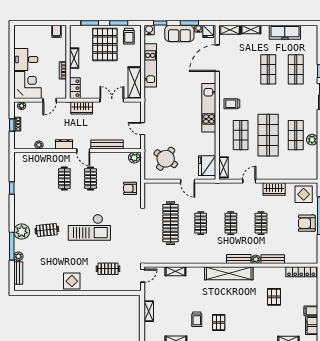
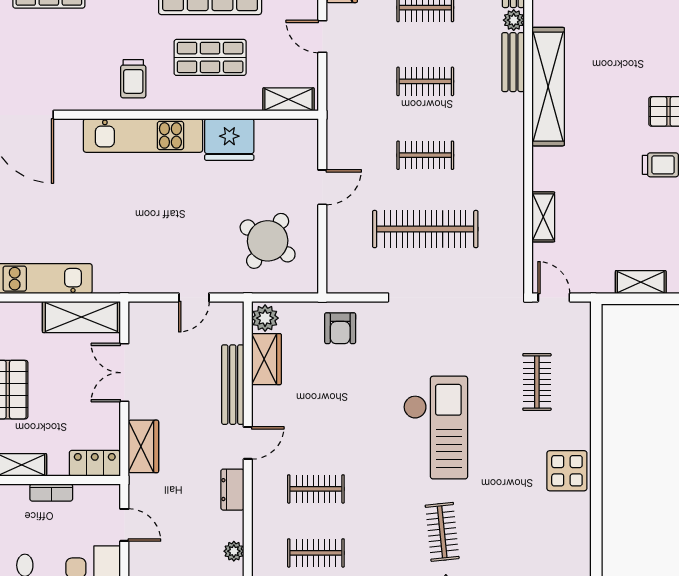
wardrobe: (117, 158) -> (266, 359), added
fridge: (207, 166) -> (229, 139), moved
clothes rail: (91, 178) -> (316, 553), moved

